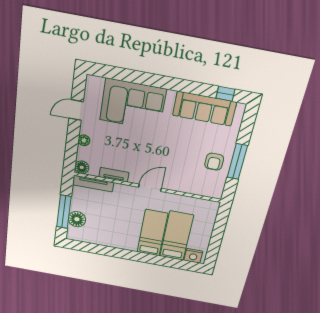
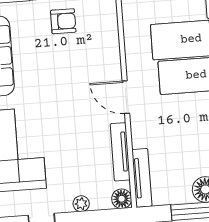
tv unit: (114, 175) -> (120, 152), width x1.41

